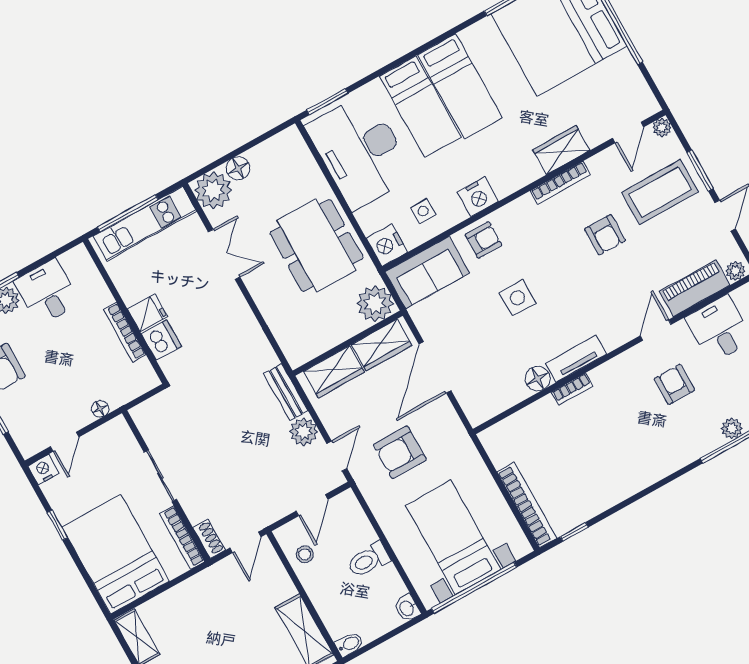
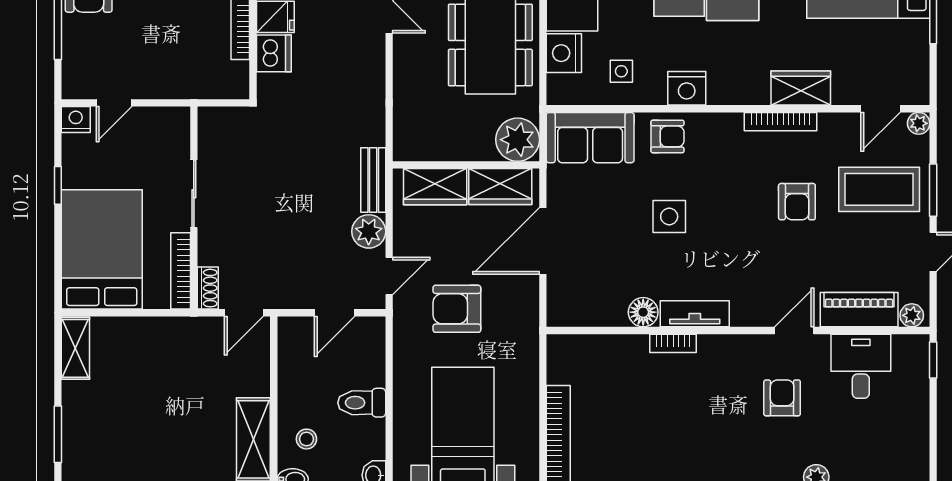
nightstand: (387, 245) -> (564, 53), moved
floor lamp: (100, 409) -> (170, 89), removed
stool: (305, 554) -> (306, 439), moved

